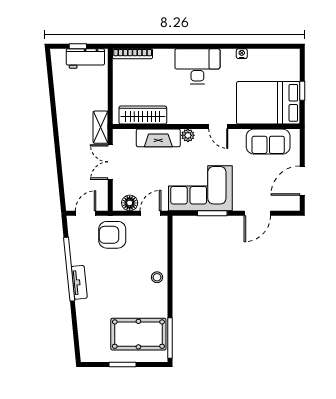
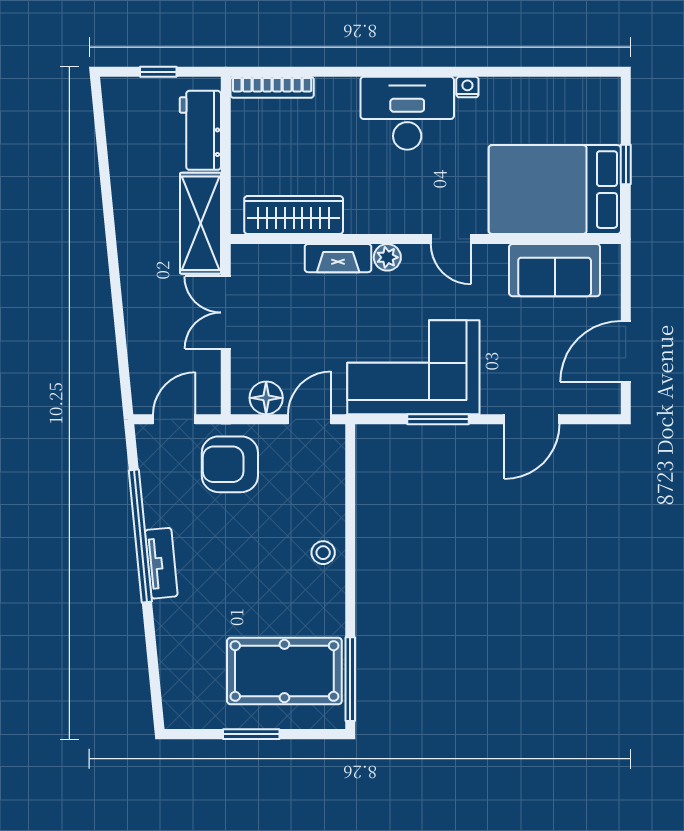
nightstand: (242, 54) -> (467, 87), moved
workbench: (85, 58) -> (200, 130), moved, turned 90
shelving: (101, 127) -> (200, 223), width x1.50, depth x1.33
fireplace: (158, 138) -> (338, 258), width x0.73, depth x0.76

